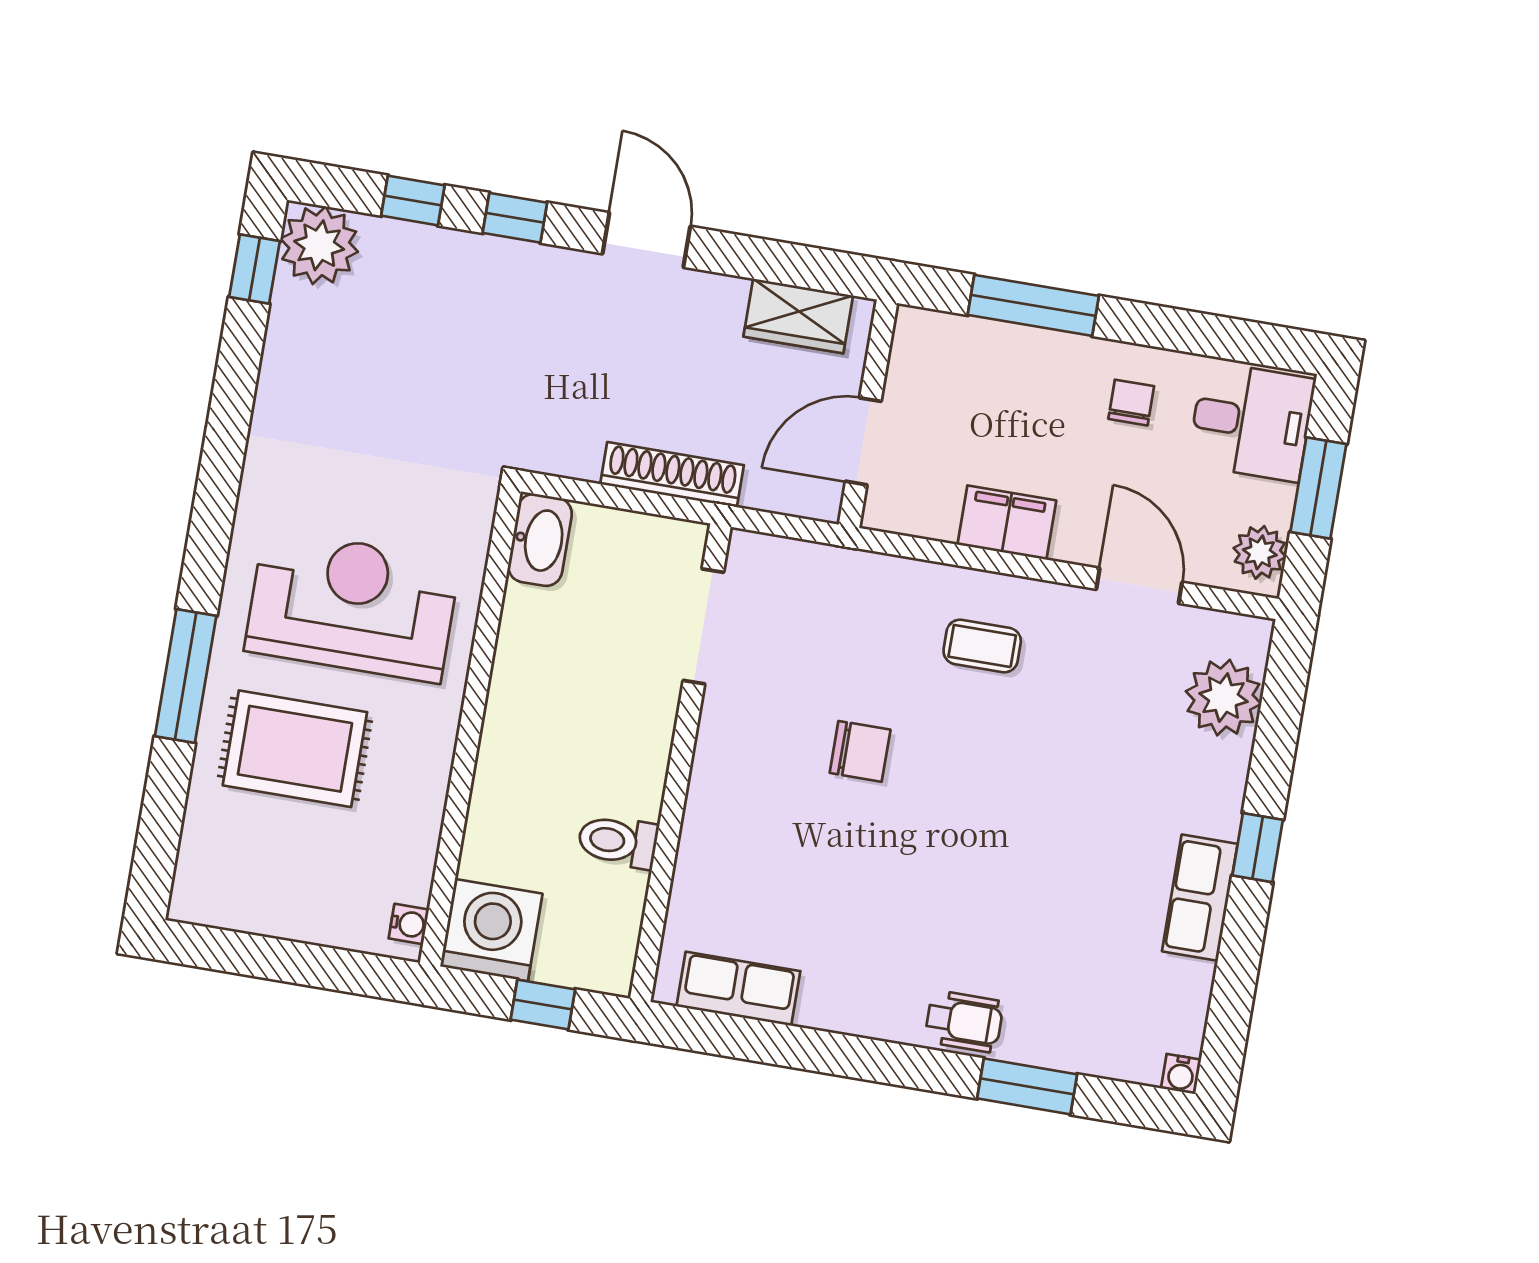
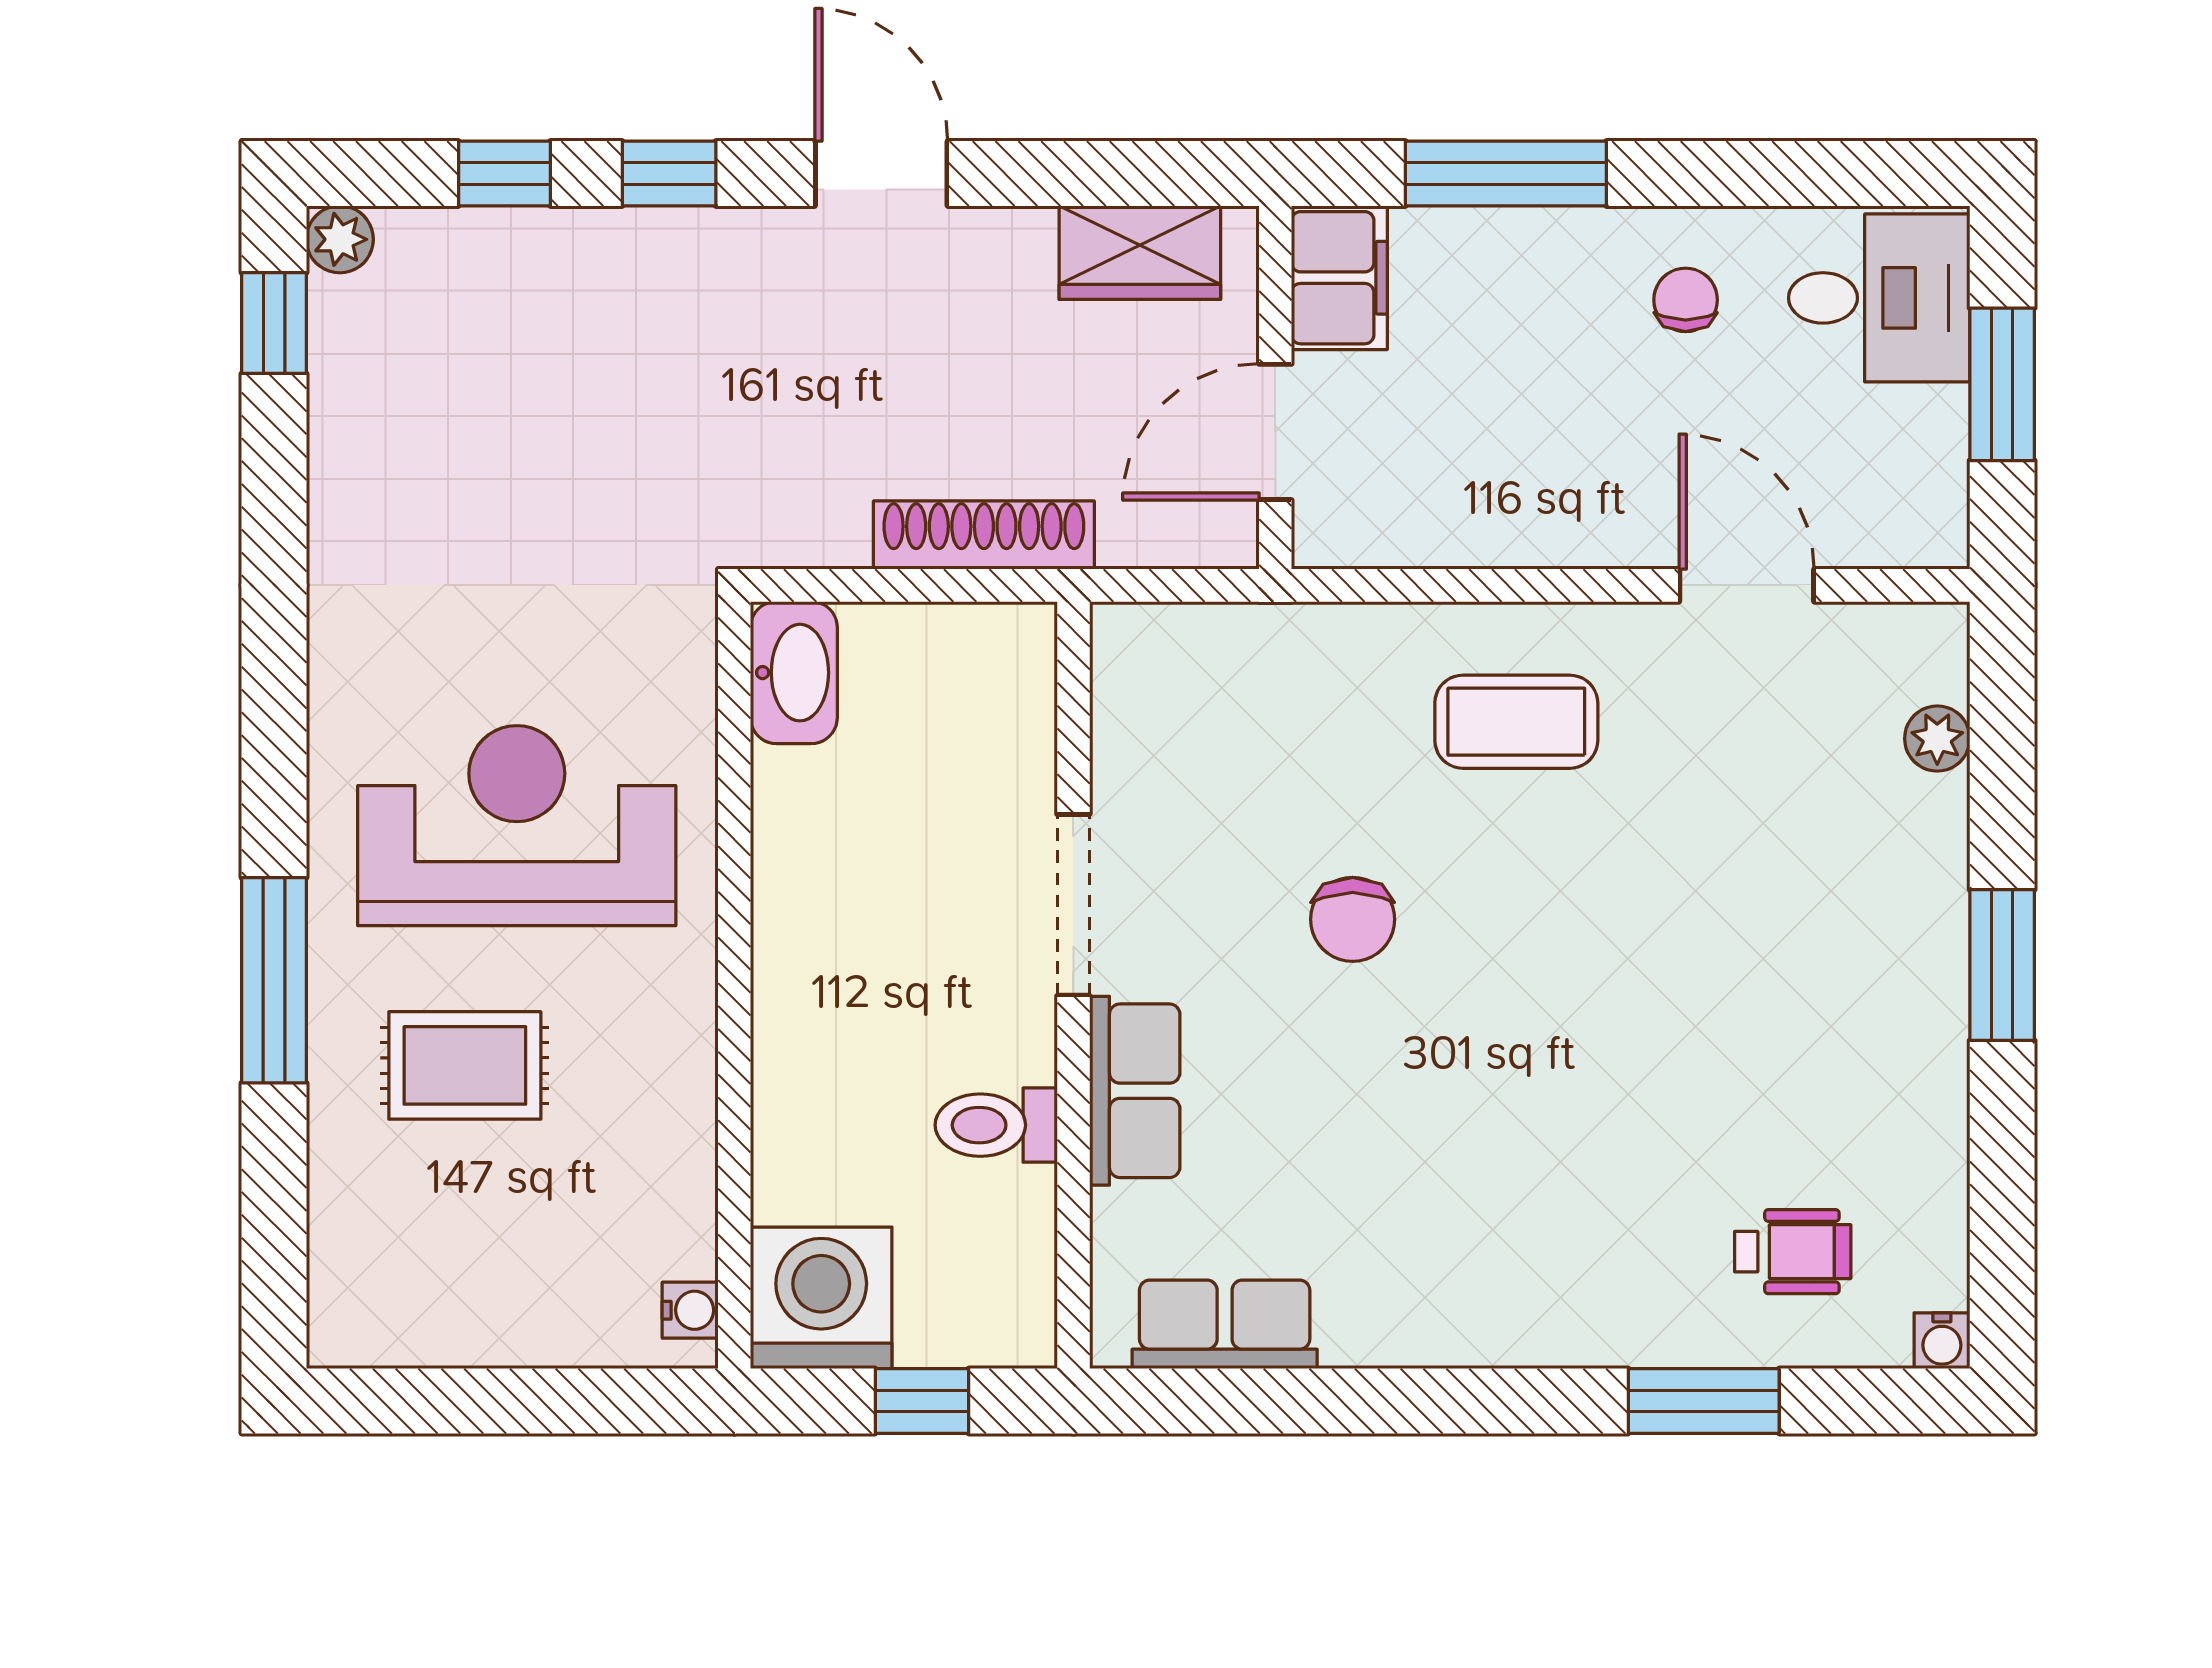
plant: (319, 245) -> (340, 239), width x0.53, depth x0.53
filing cabinet: (1007, 523) -> (1339, 278), moved, turned 90
plant: (1260, 552) -> (1927, 501), removed
doorway: (703, 626) -> (1073, 905), moved
coffee table: (982, 646) -> (1516, 722), width x1.36, depth x1.30
plant: (1223, 698) -> (1937, 739), width x0.53, depth x0.53
rug: (295, 749) -> (465, 1065), width x0.73, depth x0.70
chair: (860, 751) -> (1353, 919), turned 90
window: (1258, 848) -> (2002, 965), width x1.50
row of seats: (1200, 898) -> (1135, 1091), moved, turned 180
wheelchair: (964, 1021) -> (1793, 1252), moved

